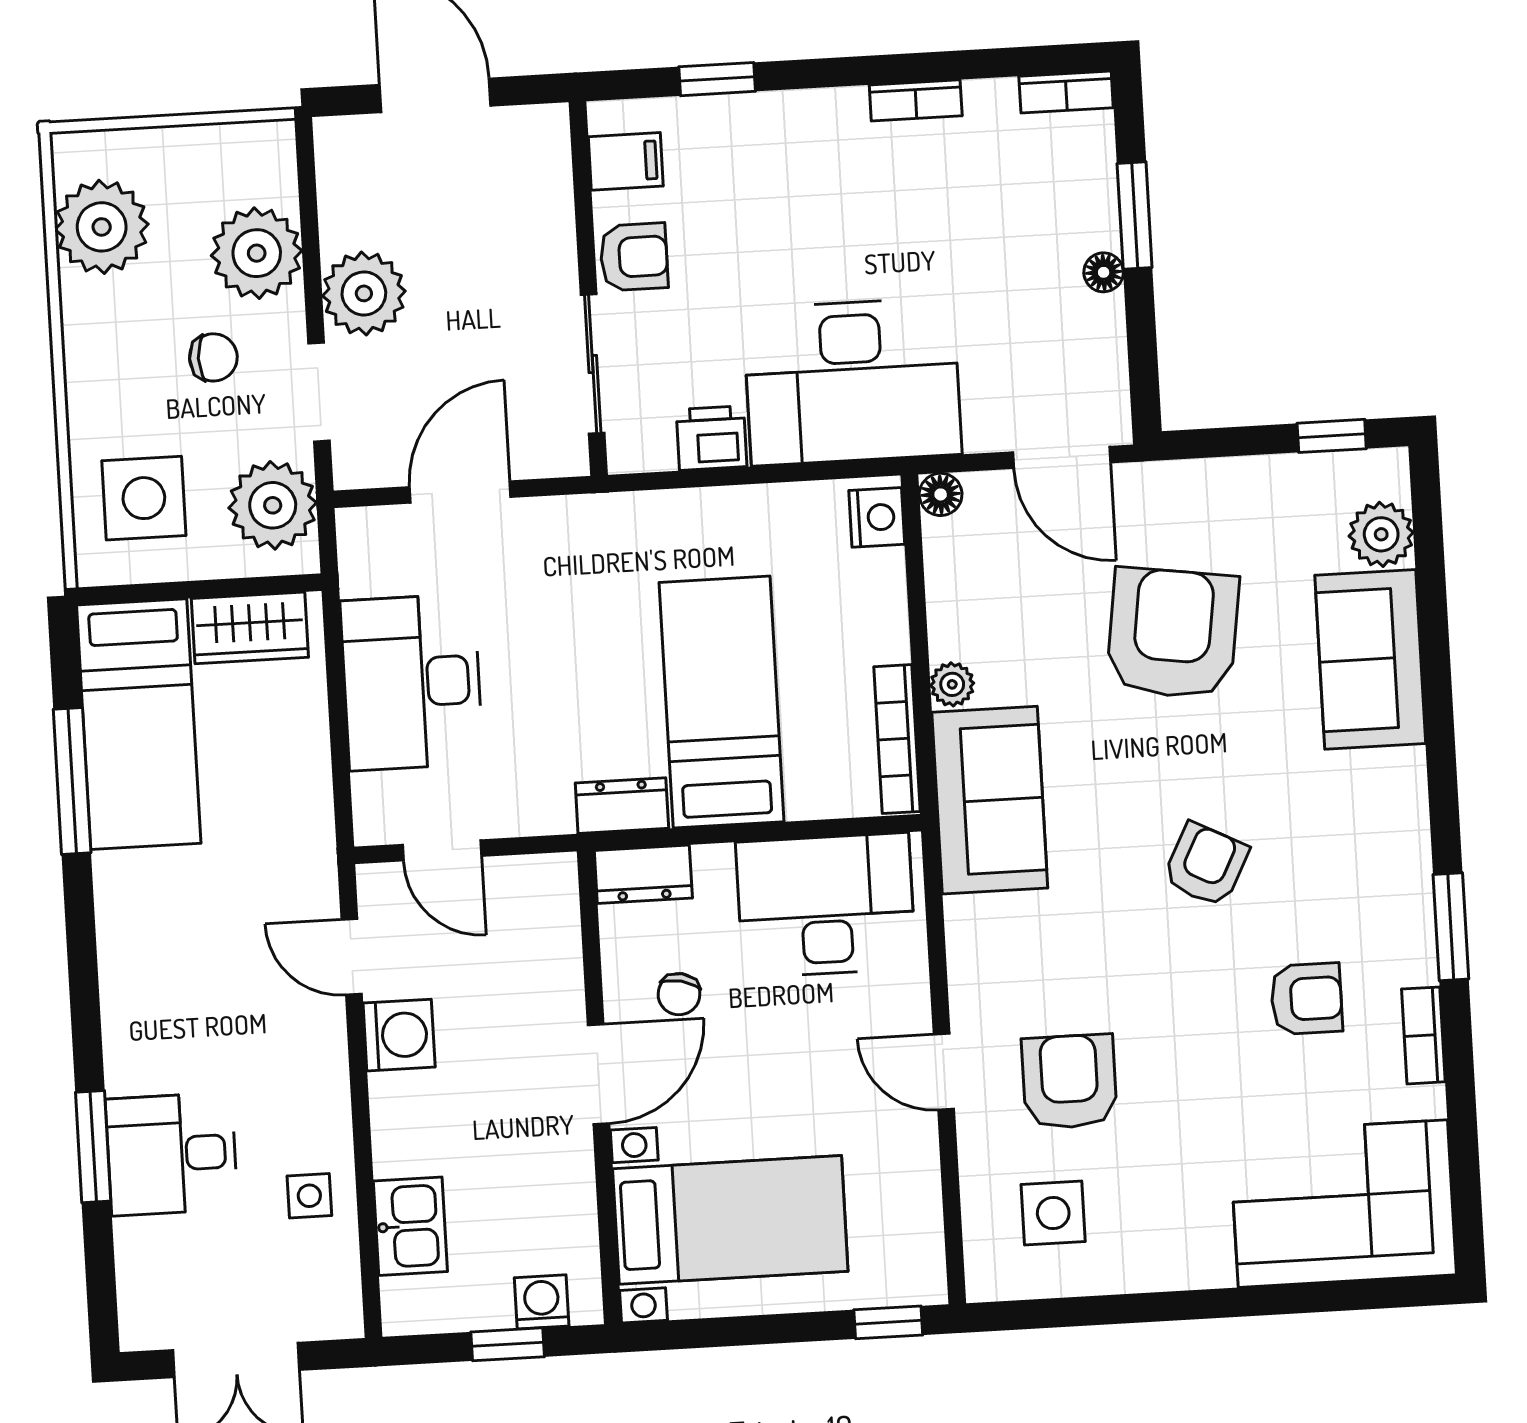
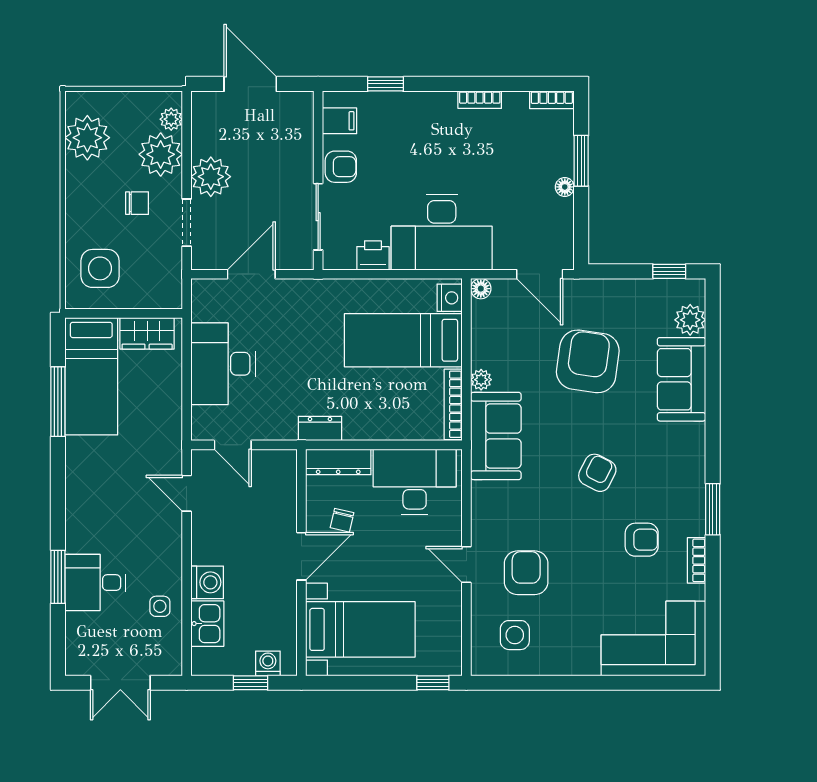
plant: (273, 505) -> (171, 119), moved, width x0.53, depth x0.53
bed: (722, 702) -> (403, 340), moved, turned -90
dresser: (643, 874) -> (338, 462), width x1.44
washing machine: (399, 1035) -> (207, 582), moved

